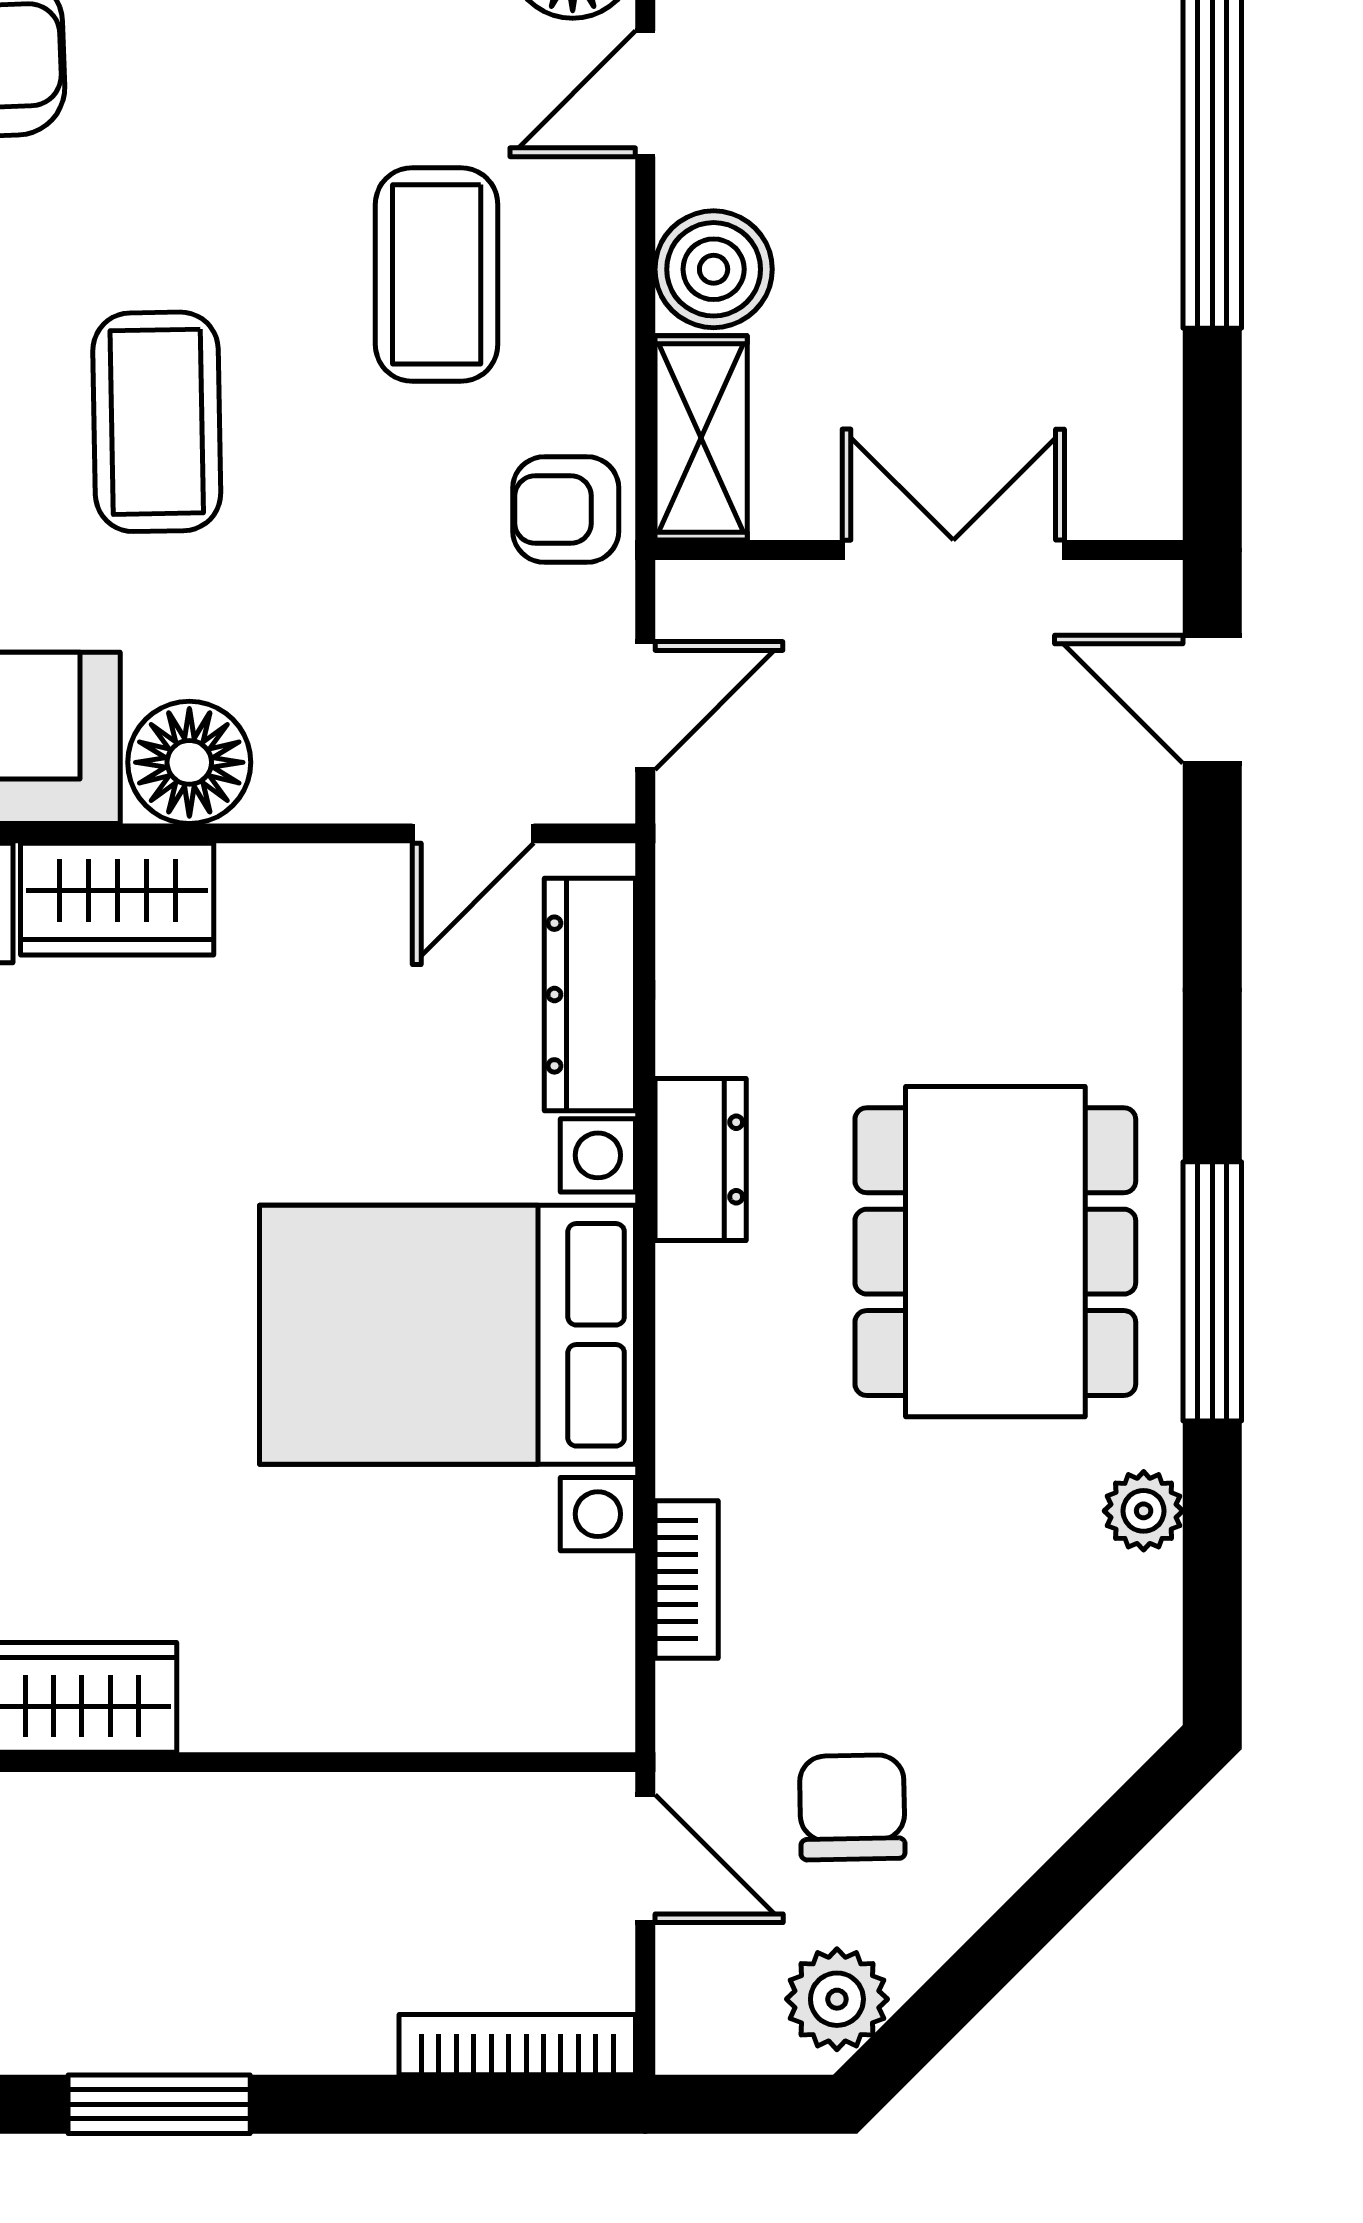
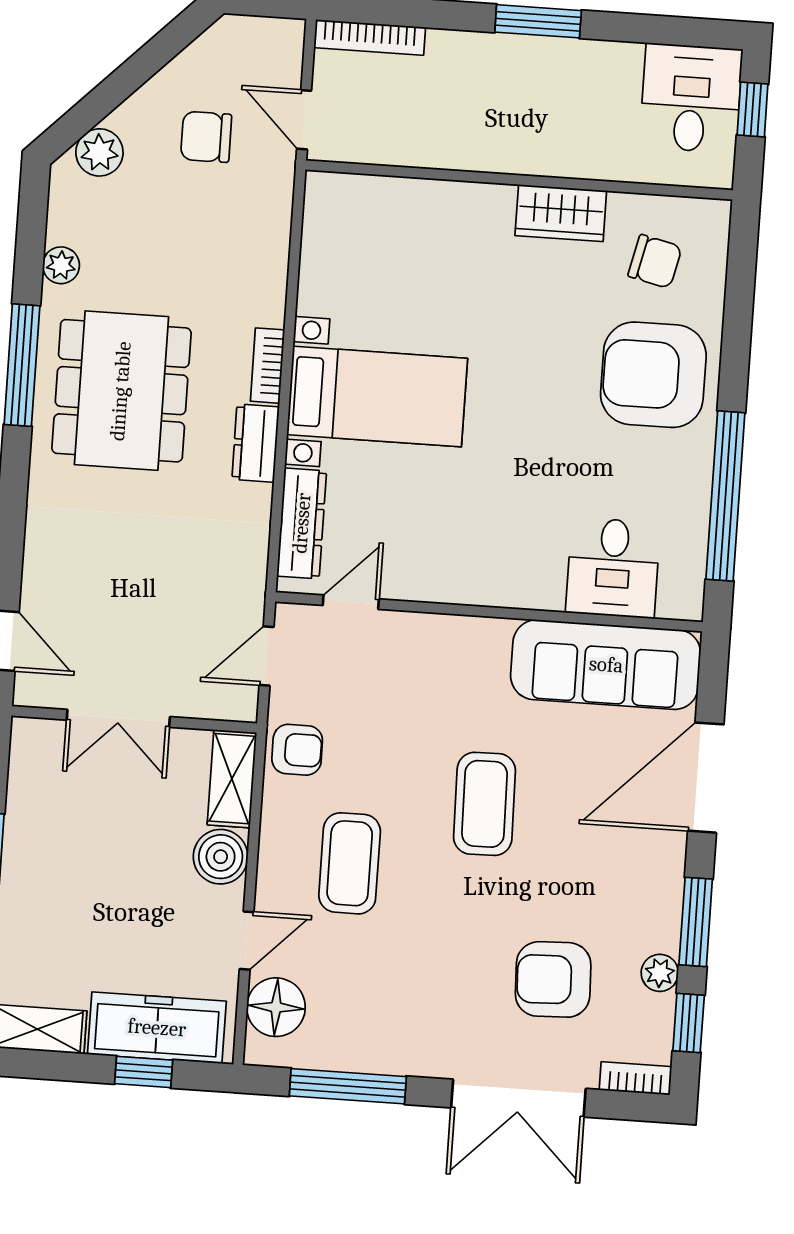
floor lamp: (189, 762) -> (480, 644), removed
wardrobe: (117, 899) -> (518, 583), removed
bed with nightstands: (448, 1335) -> (377, 396), width x0.73
bookcase: (687, 1579) -> (268, 366), moved
chair: (852, 1807) -> (206, 137), turned 91
plant: (837, 1999) -> (99, 152), moved

